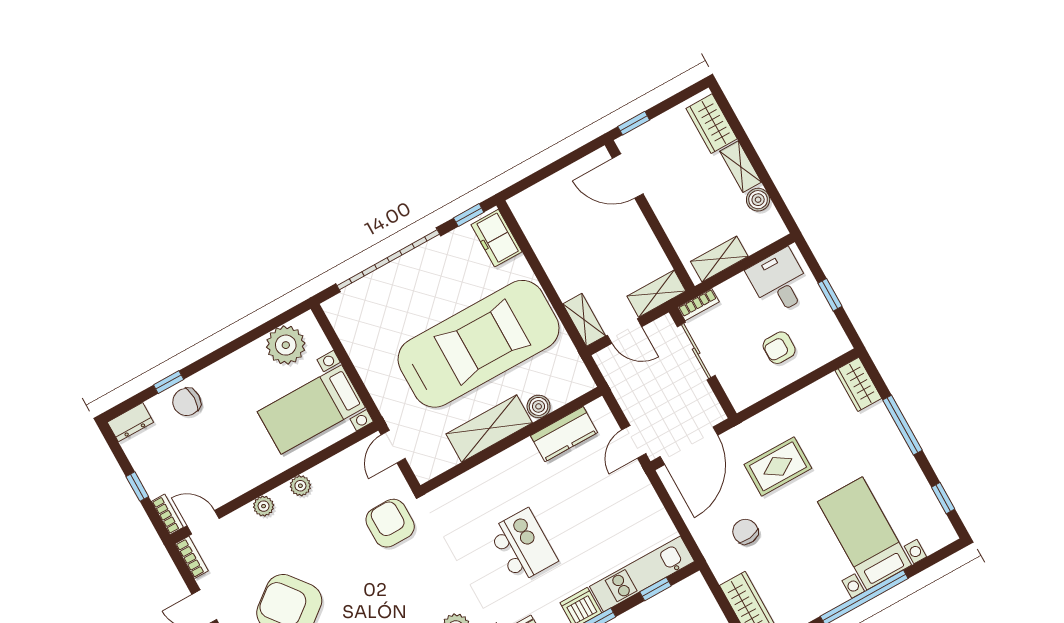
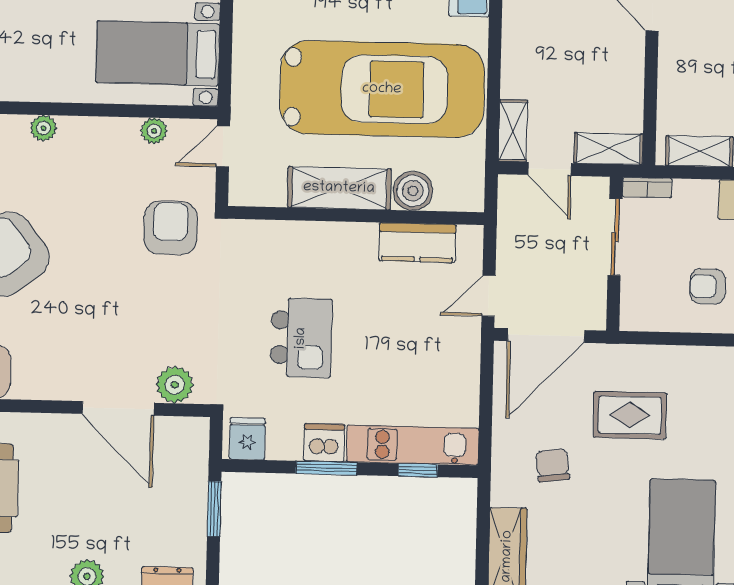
boiler: (539, 406) -> (413, 191), width x1.36, depth x1.36
plant: (300, 486) -> (154, 131), moved

